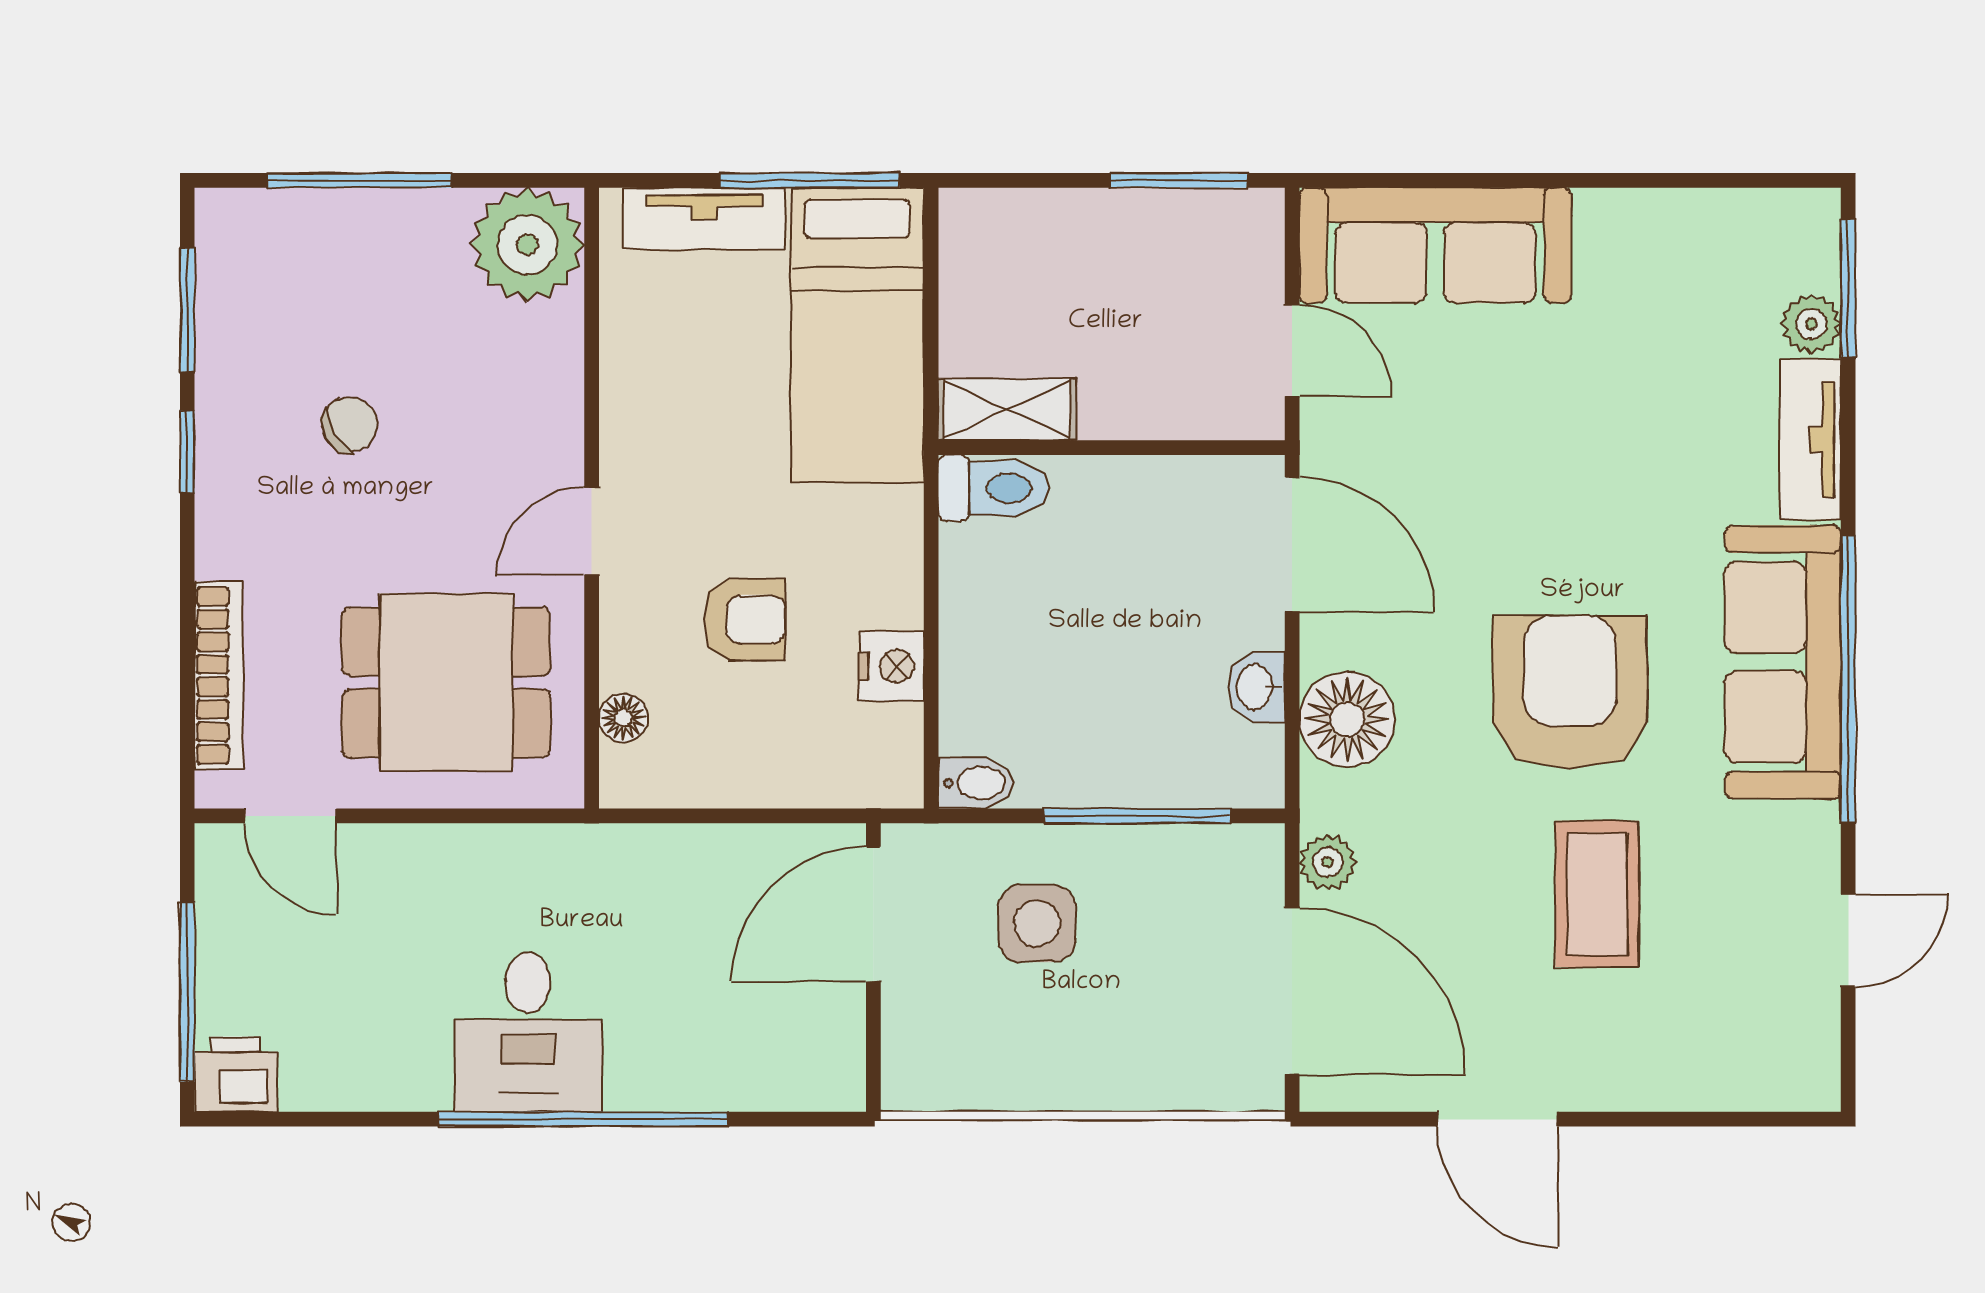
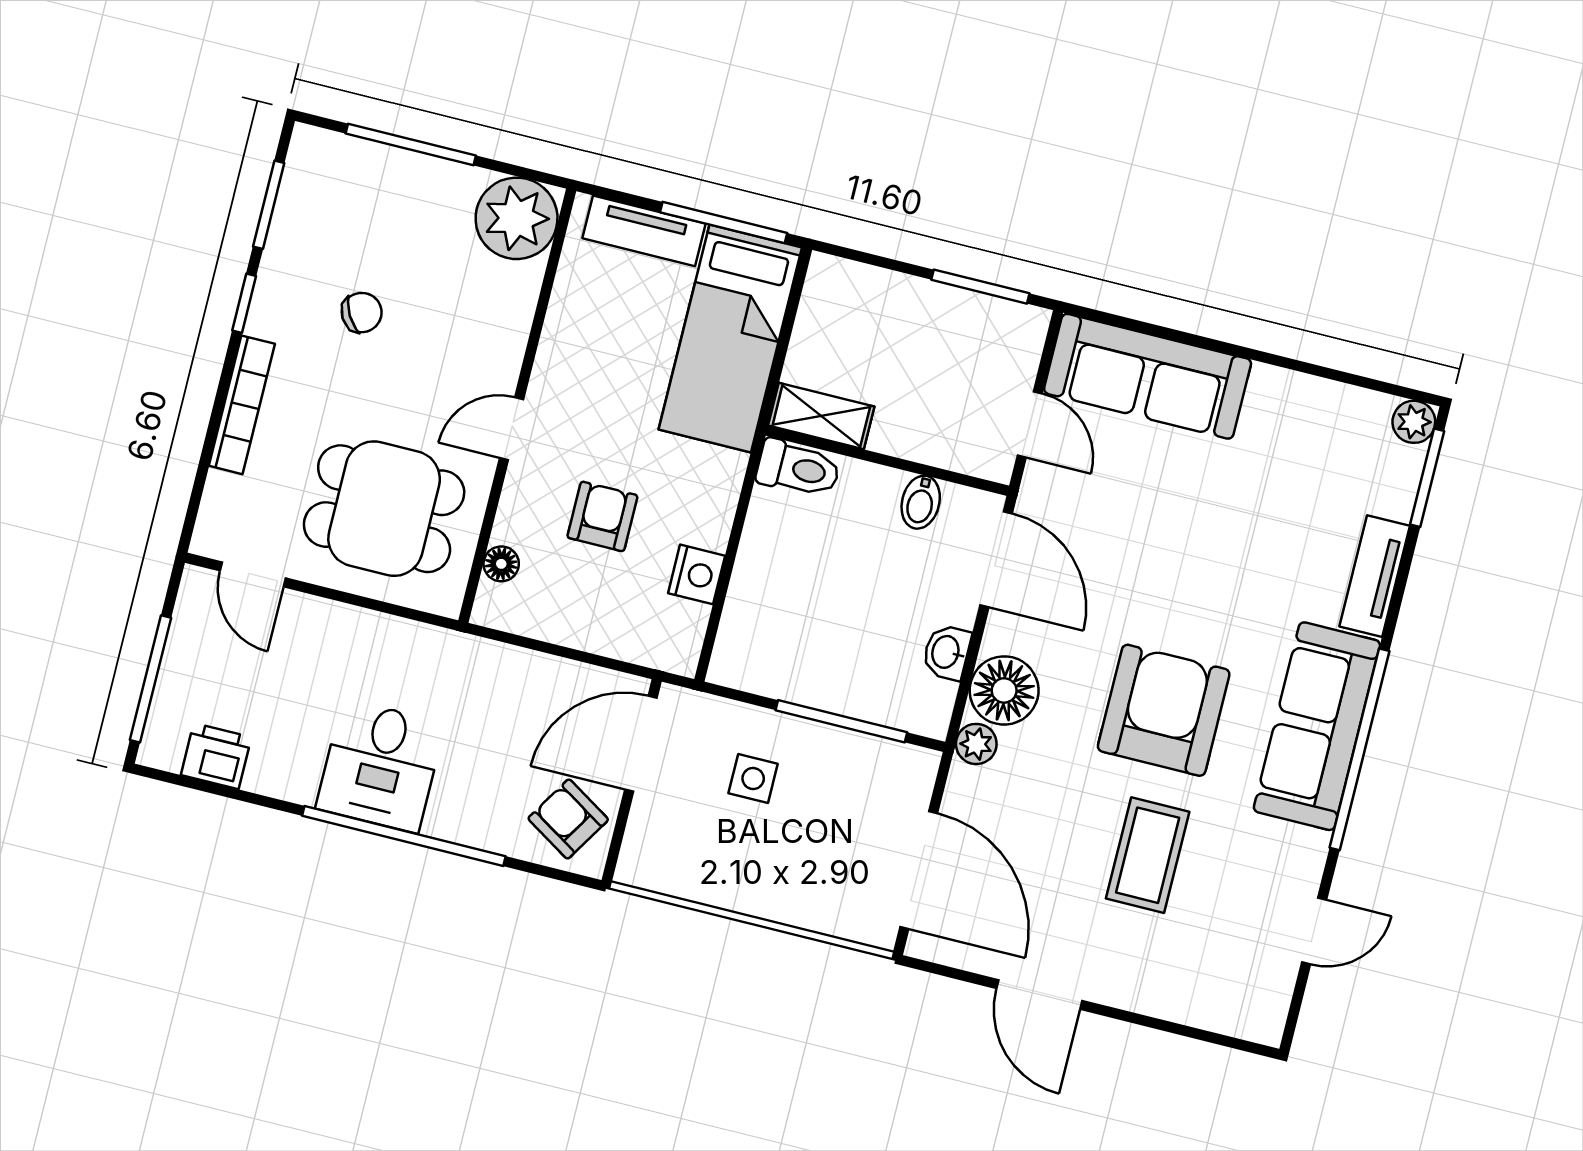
plant: (1811, 324) -> (1414, 422), moved
armchair: (744, 619) -> (602, 516), turned -90
bookcase: (218, 676) -> (242, 405), moved
bidet: (976, 783) -> (921, 502), moved, turned 90
plant: (1328, 862) -> (976, 744), moved
side table: (1037, 923) -> (753, 779), width x0.73, depth x0.73
armchair: (800, 1041) -> (568, 819), added
printer: (236, 1074) -> (216, 756), moved

